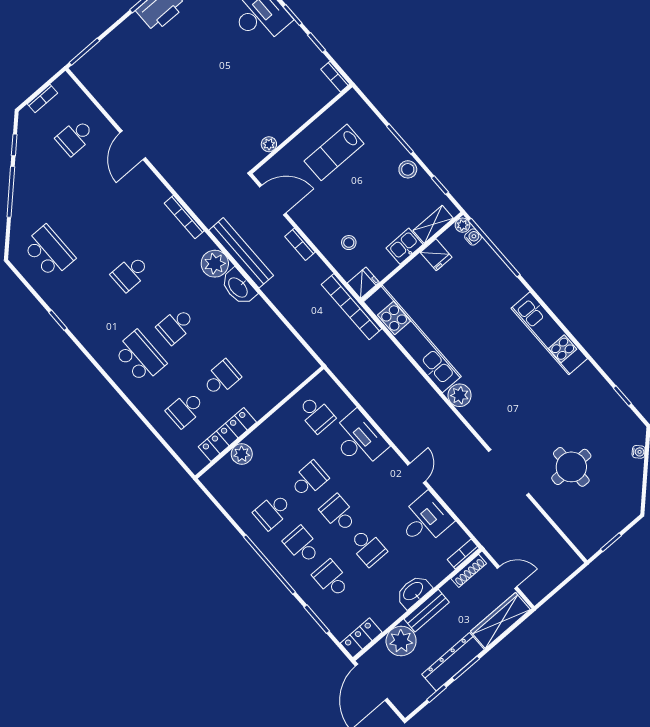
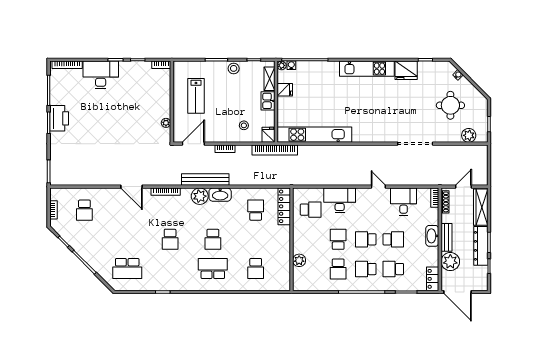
door: (133, 145) -> (132, 187), moved
school desk: (49, 252) -> (127, 268), turned 180
school desk: (221, 378) -> (256, 210), moved
fridge: (589, 383) -> (406, 70), added
plant: (460, 395) -> (469, 135), moved
locker: (227, 434) -> (284, 206), moved
round table: (571, 467) -> (450, 105), moved

